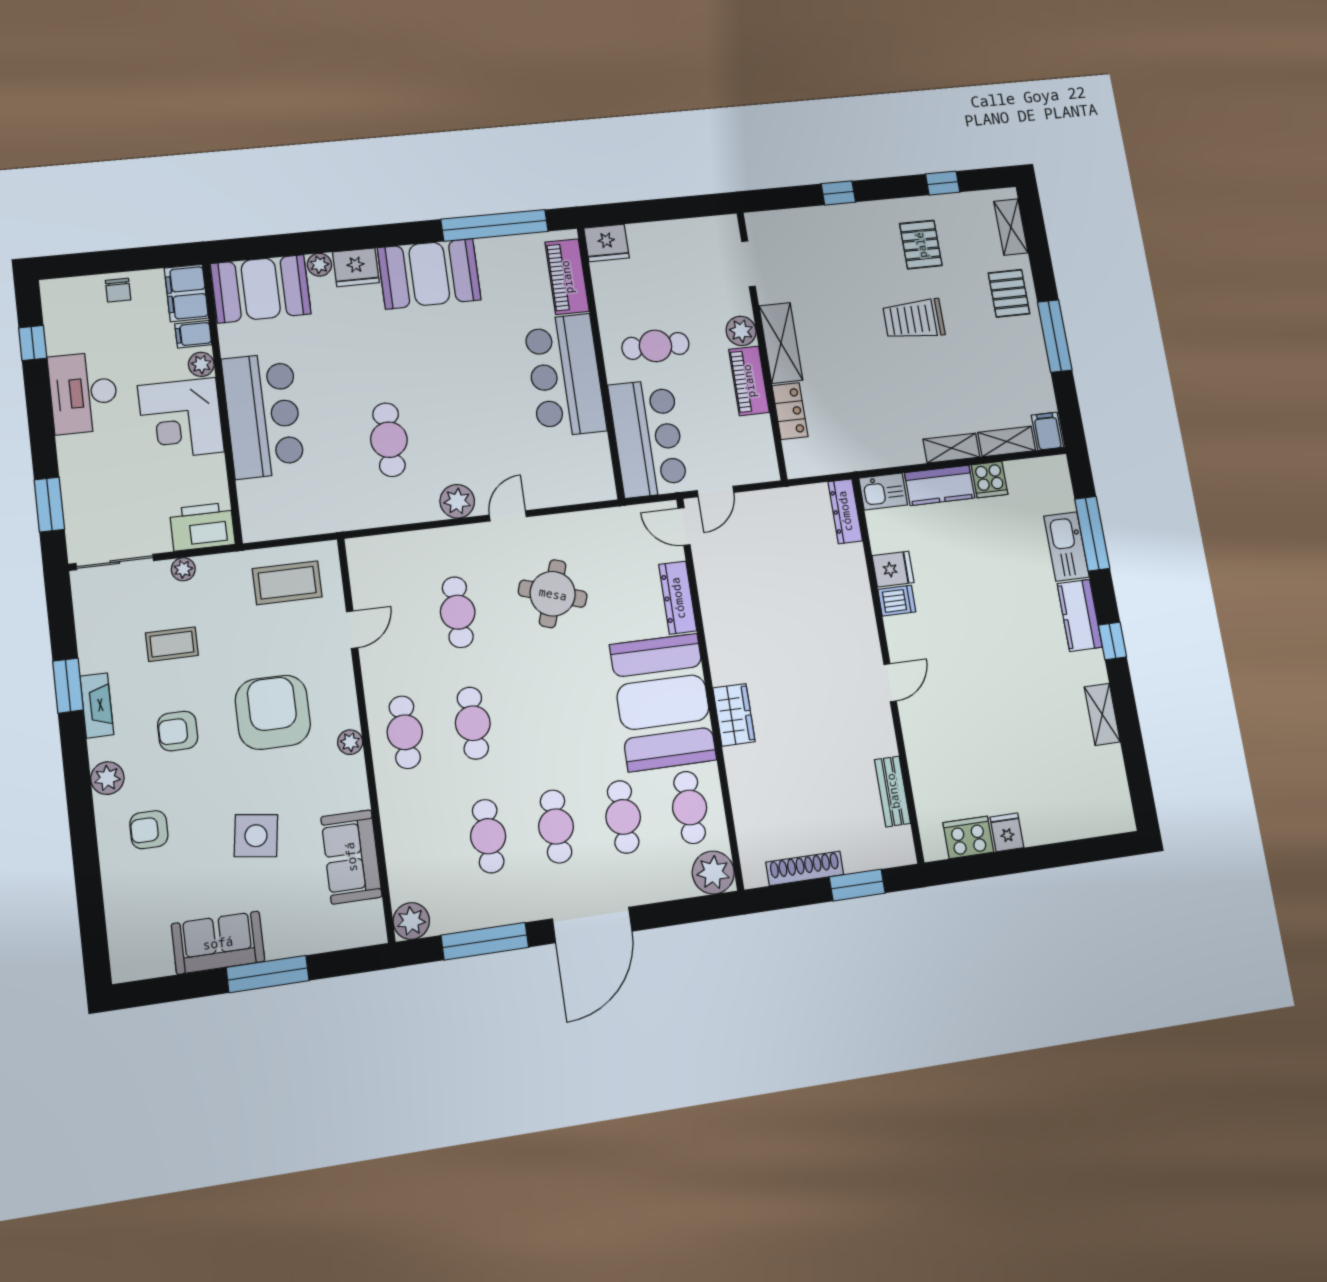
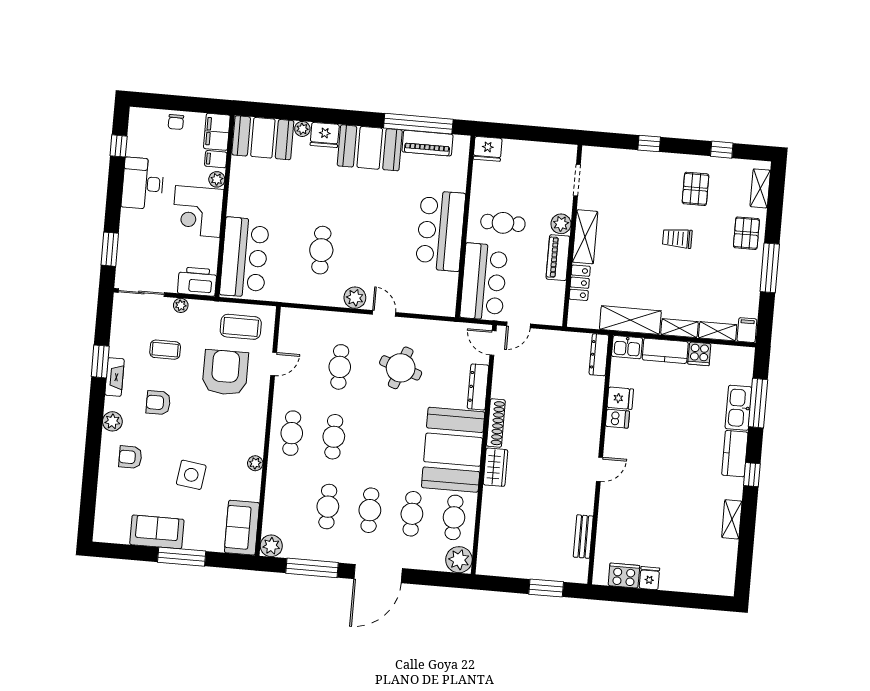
piano: (567, 277) -> (427, 143), moved, turned -90
trolley: (914, 319) -> (677, 238), width x0.73, depth x0.72
bar counter: (263, 415) -> (244, 257), moved
shelving: (878, 451) -> (630, 320), added
door: (508, 516) -> (384, 313), hinge flipped
armchair: (273, 712) -> (225, 372), moved
plant: (350, 742) -> (255, 463), moved
sofa: (351, 857) -> (242, 528), moved
shoe rack: (805, 868) -> (496, 423), moved, turned 90

